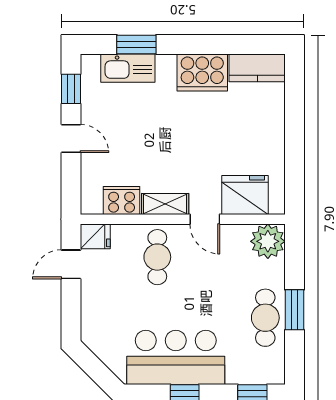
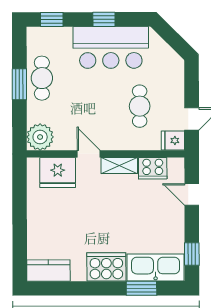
kitchen sink: (128, 68) -> (156, 267), width x1.36, depth x1.24
cooker: (202, 72) -> (106, 267), moved
door: (71, 138) -> (192, 194), moved
cafe table: (157, 257) -> (140, 106), moved

